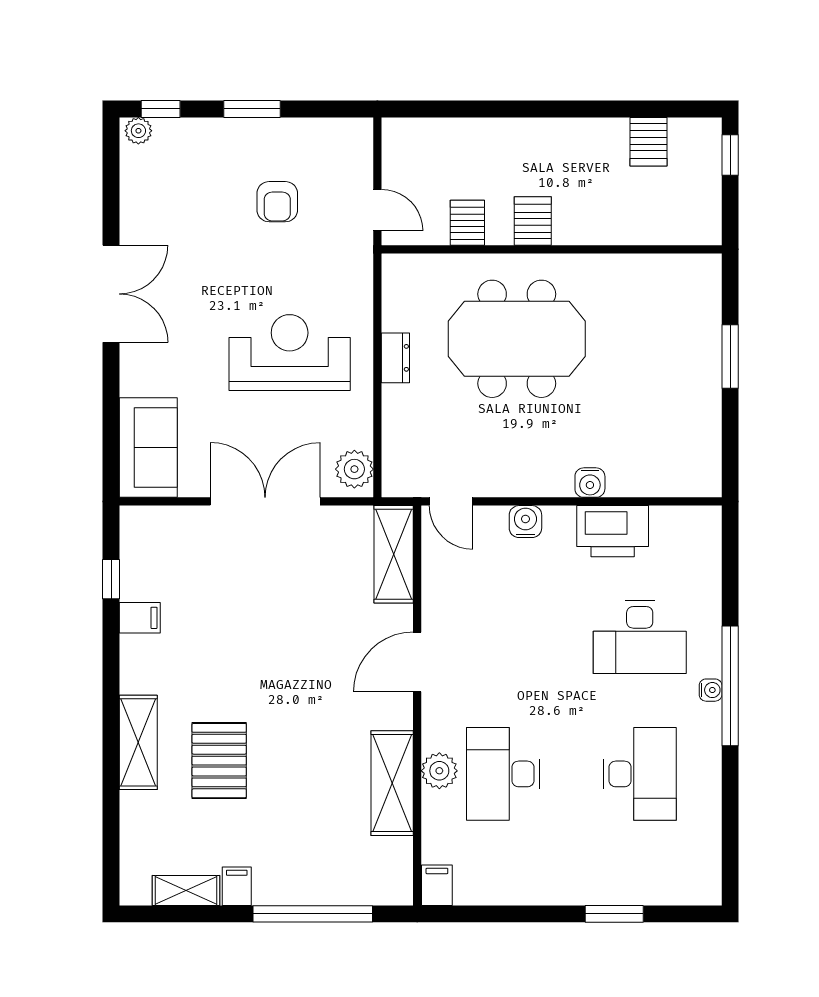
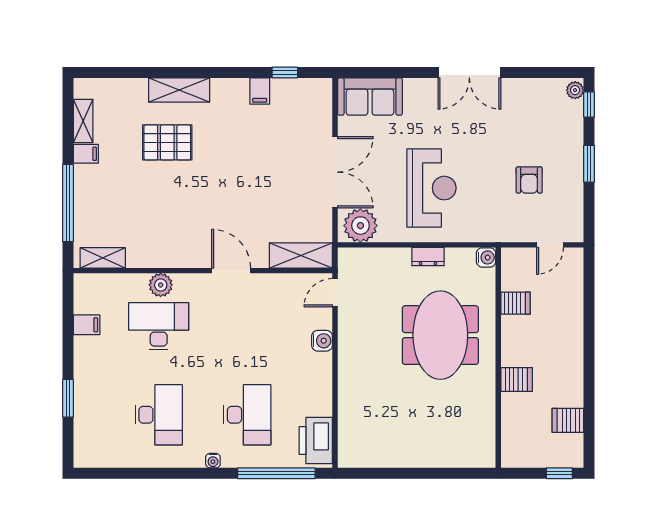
armchair: (277, 202) -> (529, 180), turned -90
door: (377, 210) -> (550, 245), moved
server rack: (533, 221) -> (517, 380), moved
window: (730, 356) -> (429, 473), removed
plant: (354, 469) -> (360, 226), width x1.36, depth x1.36
water cooler: (590, 483) -> (486, 257), moved, turned 180
printer: (613, 531) -> (316, 441), moved
desk: (640, 637) -> (247, 415), turned 180
window: (730, 686) -> (276, 473), moved
desk: (640, 774) -> (159, 415), turned -90
shelving: (392, 783) -> (103, 258), moved, width x0.67, depth x0.75
filing cabinet: (437, 885) -> (87, 325), moved

